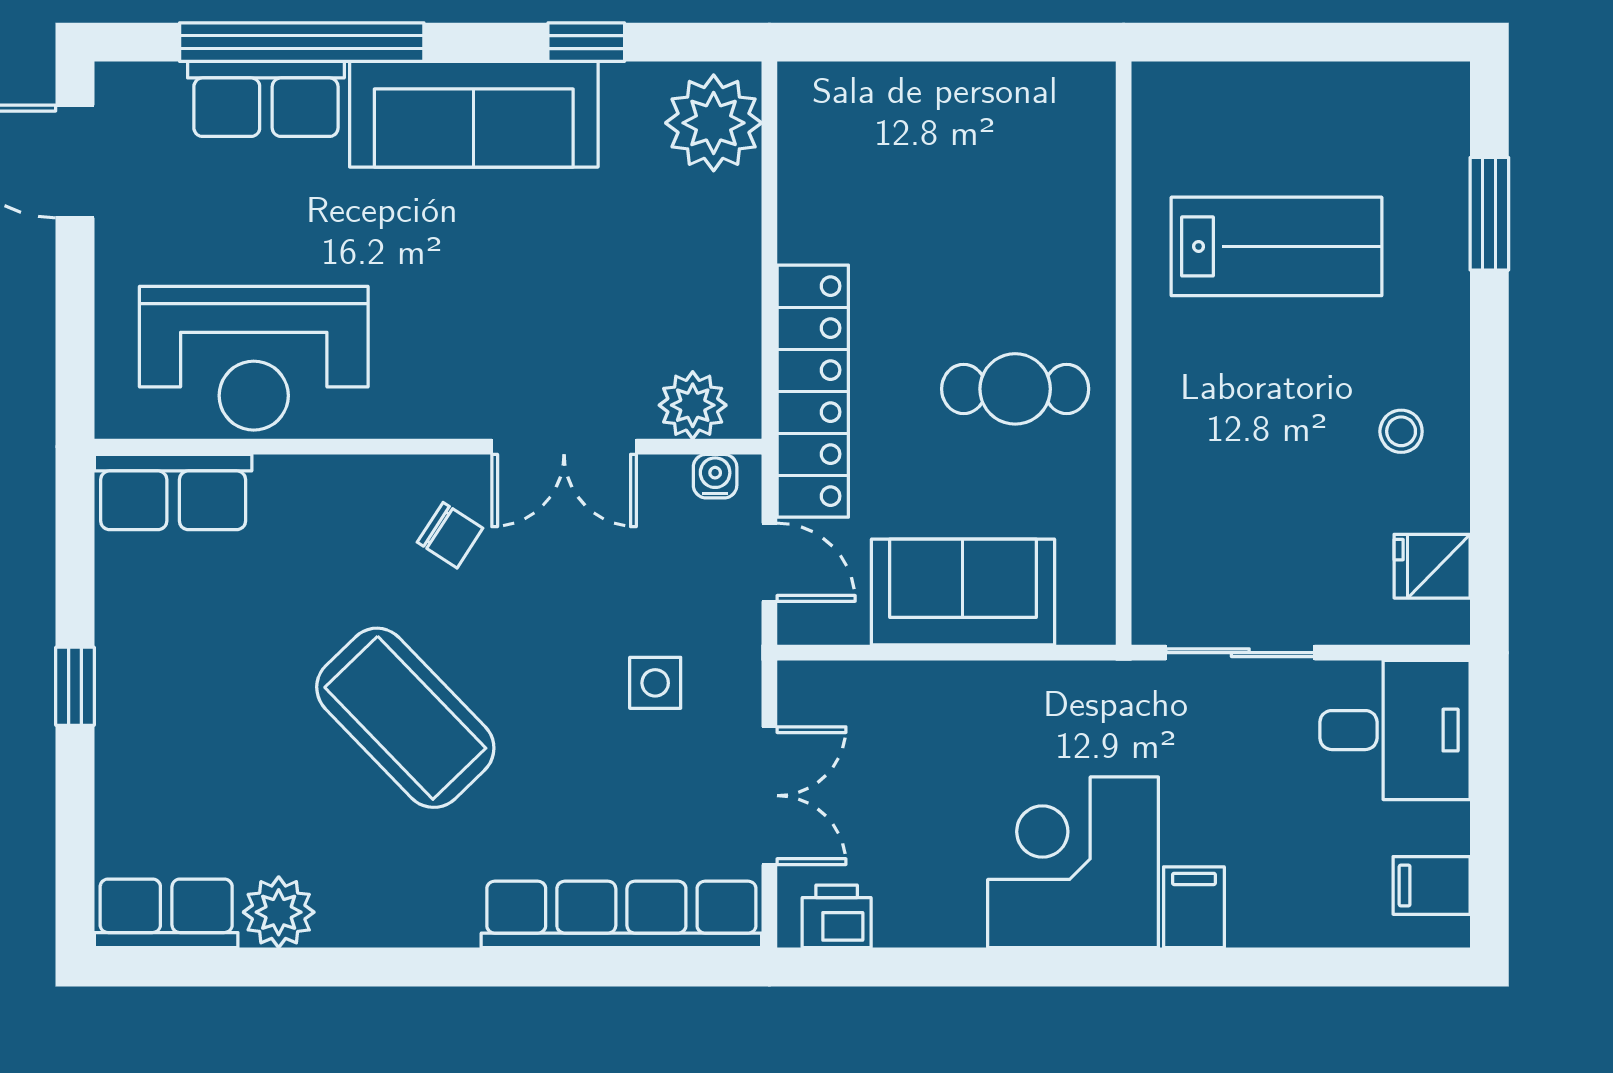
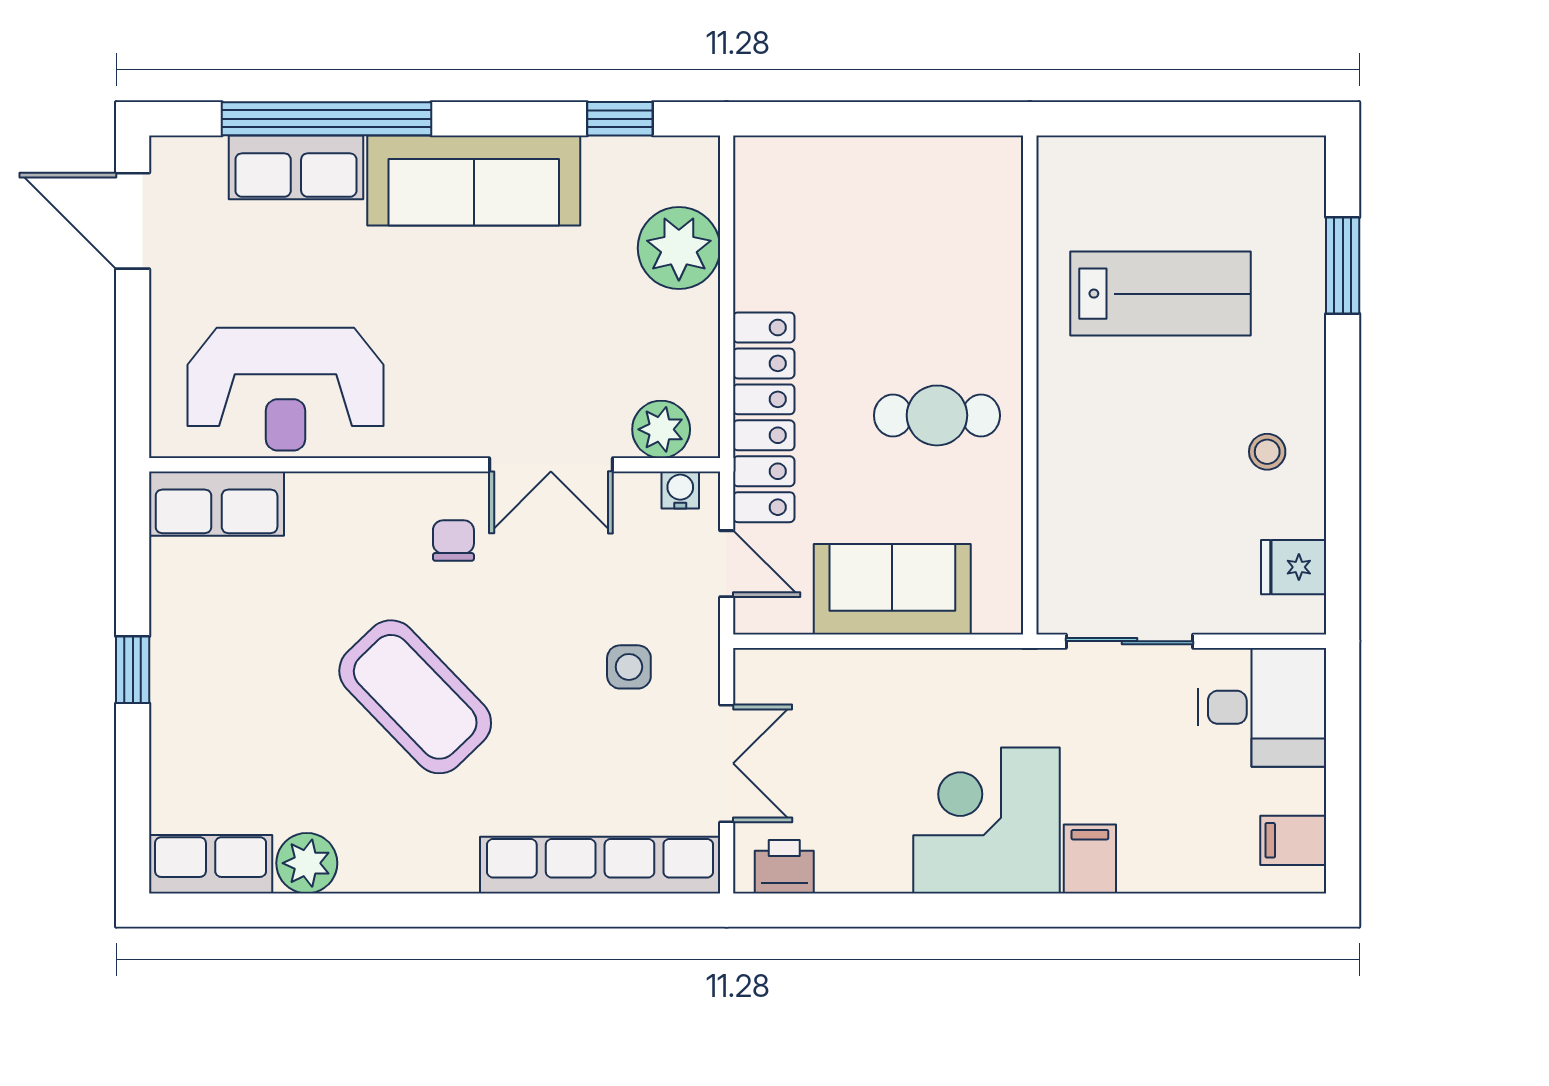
window: (586, 42) -> (620, 119), moved
plant: (714, 123) -> (679, 248), moved
chair: (450, 535) -> (453, 541), turned -123

